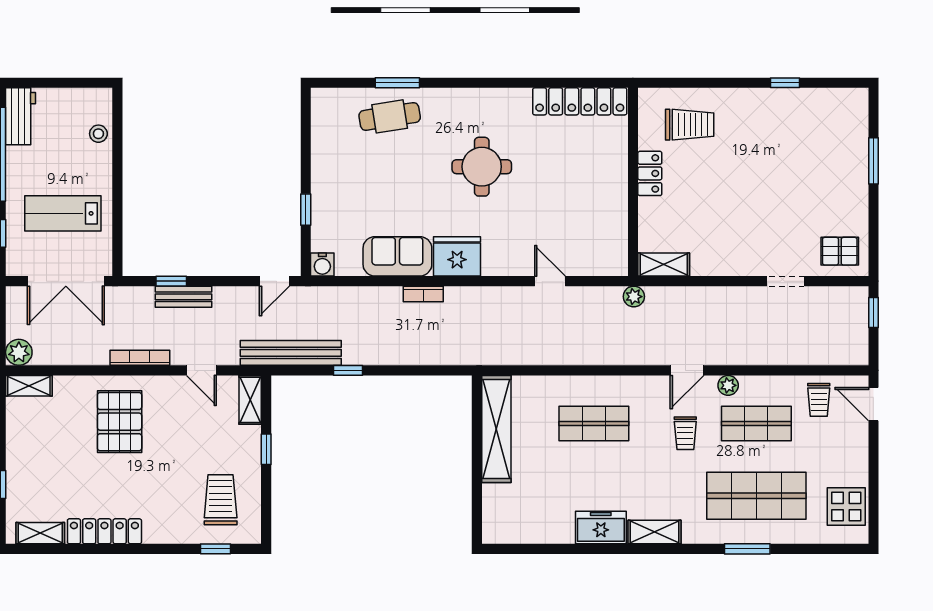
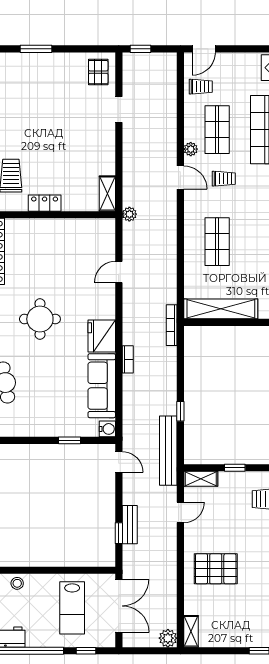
sofa: (397, 256) -> (102, 386), width x1.36
bookcase: (140, 358) -> (172, 325), moved

